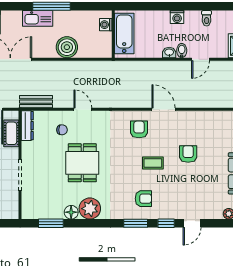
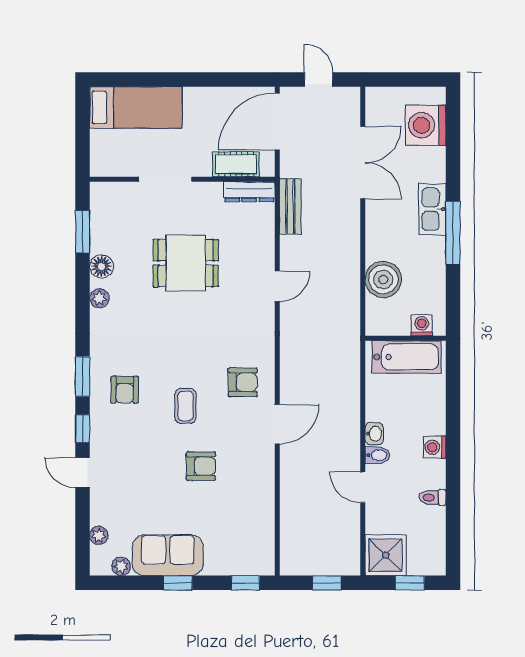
boiler: (67, 47) -> (383, 279), moved
chair: (62, 130) -> (242, 251), removed
dining table: (82, 163) -> (186, 263), moved
plant: (90, 209) -> (99, 298), width x0.53, depth x0.53

